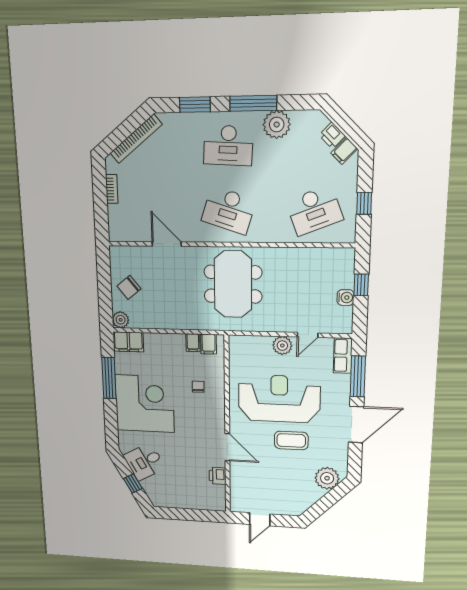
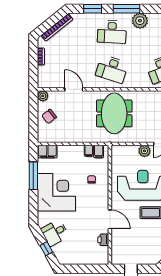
plant: (121, 320) -> (43, 96), moved

